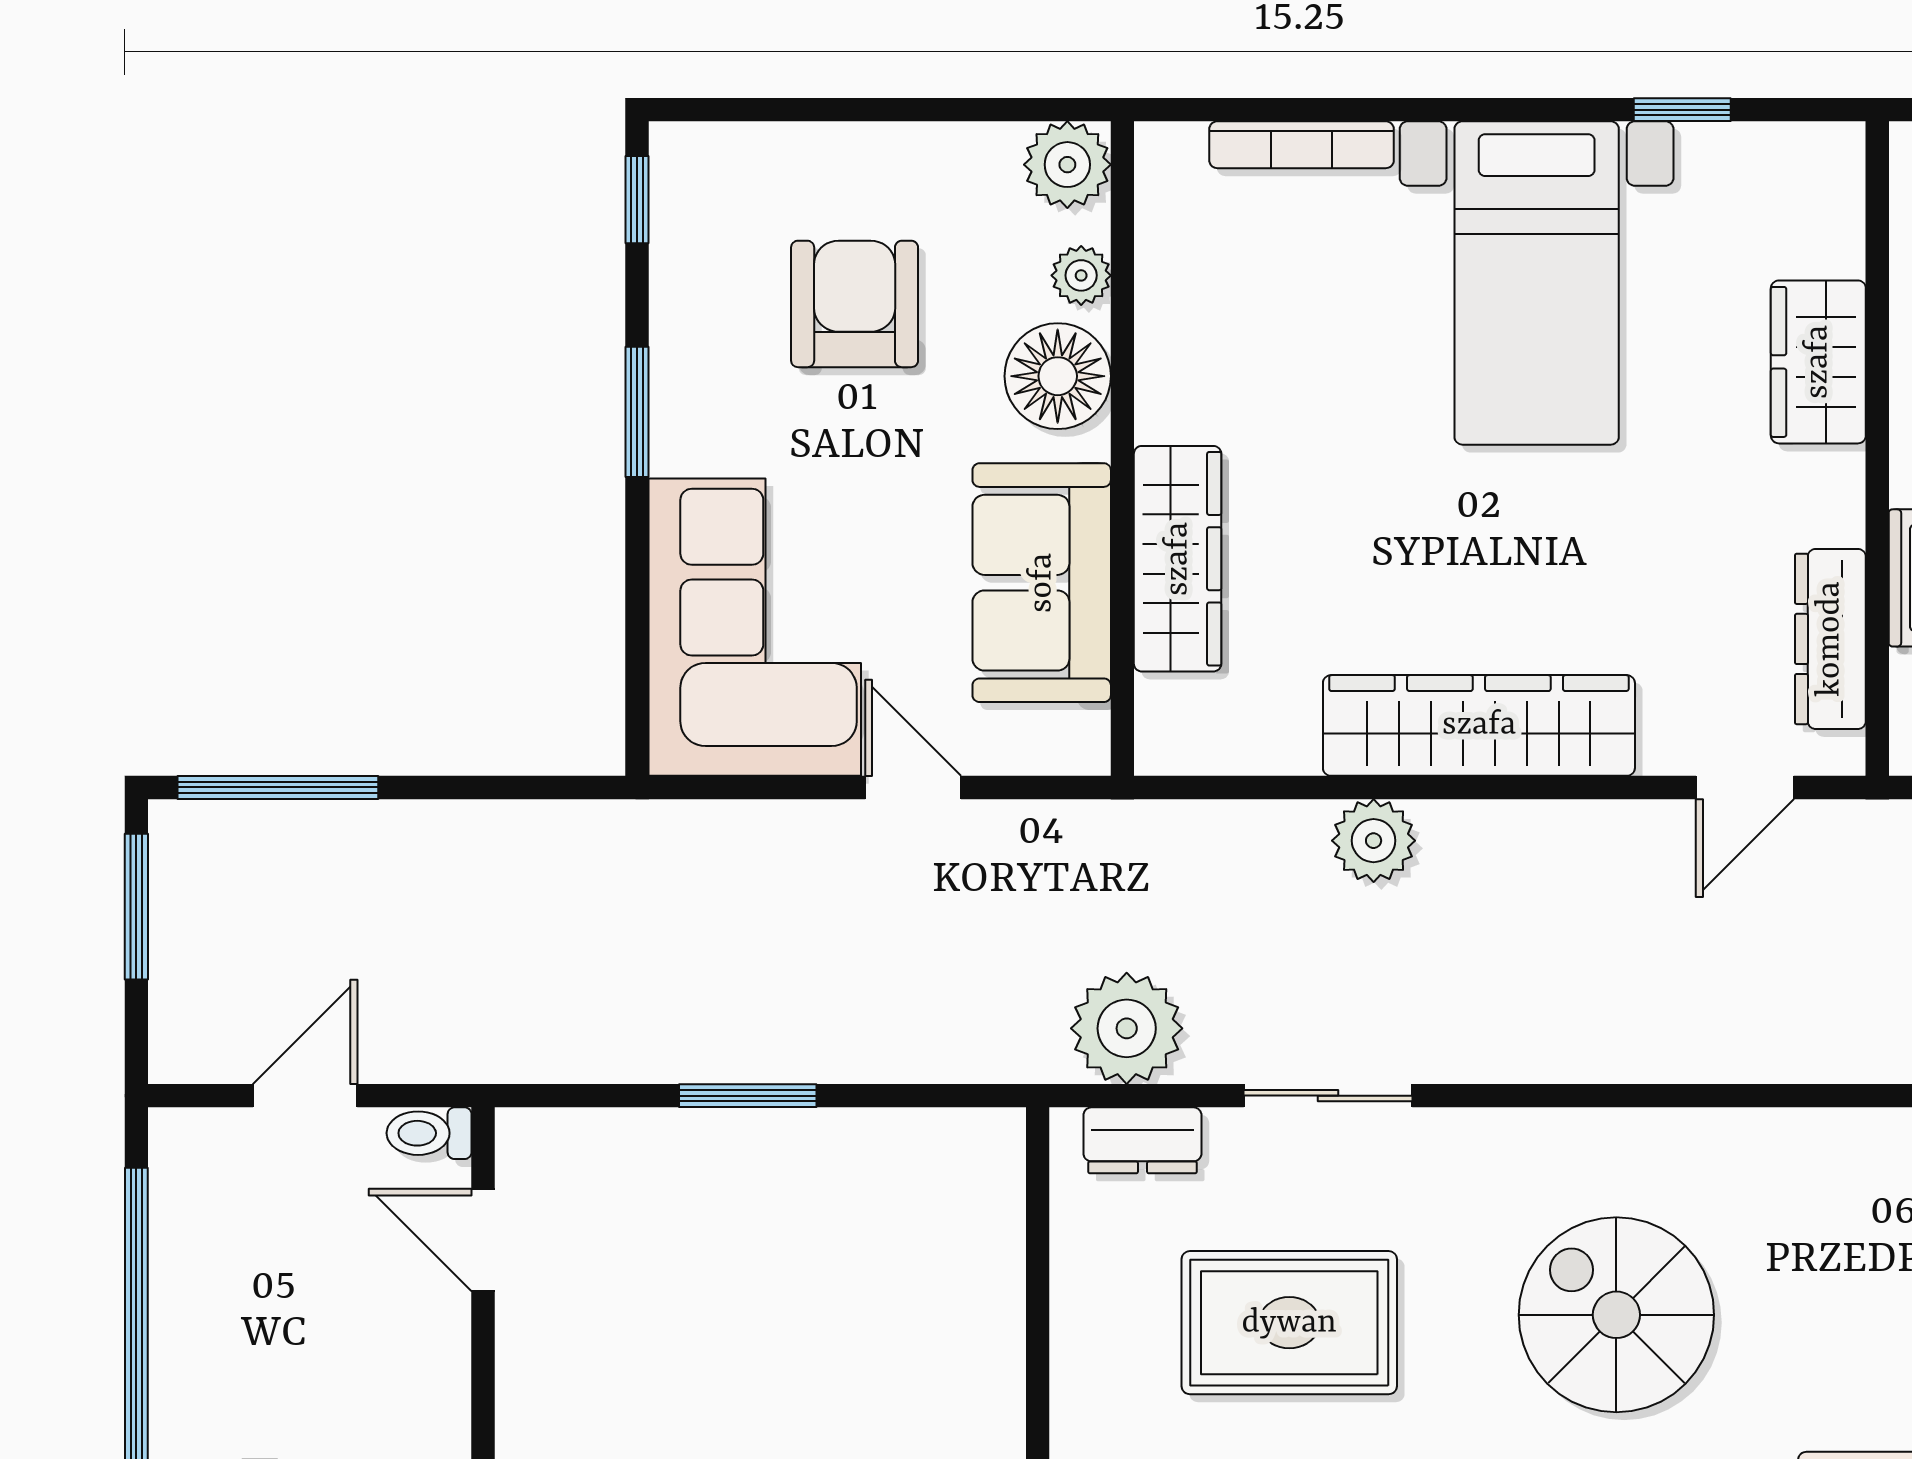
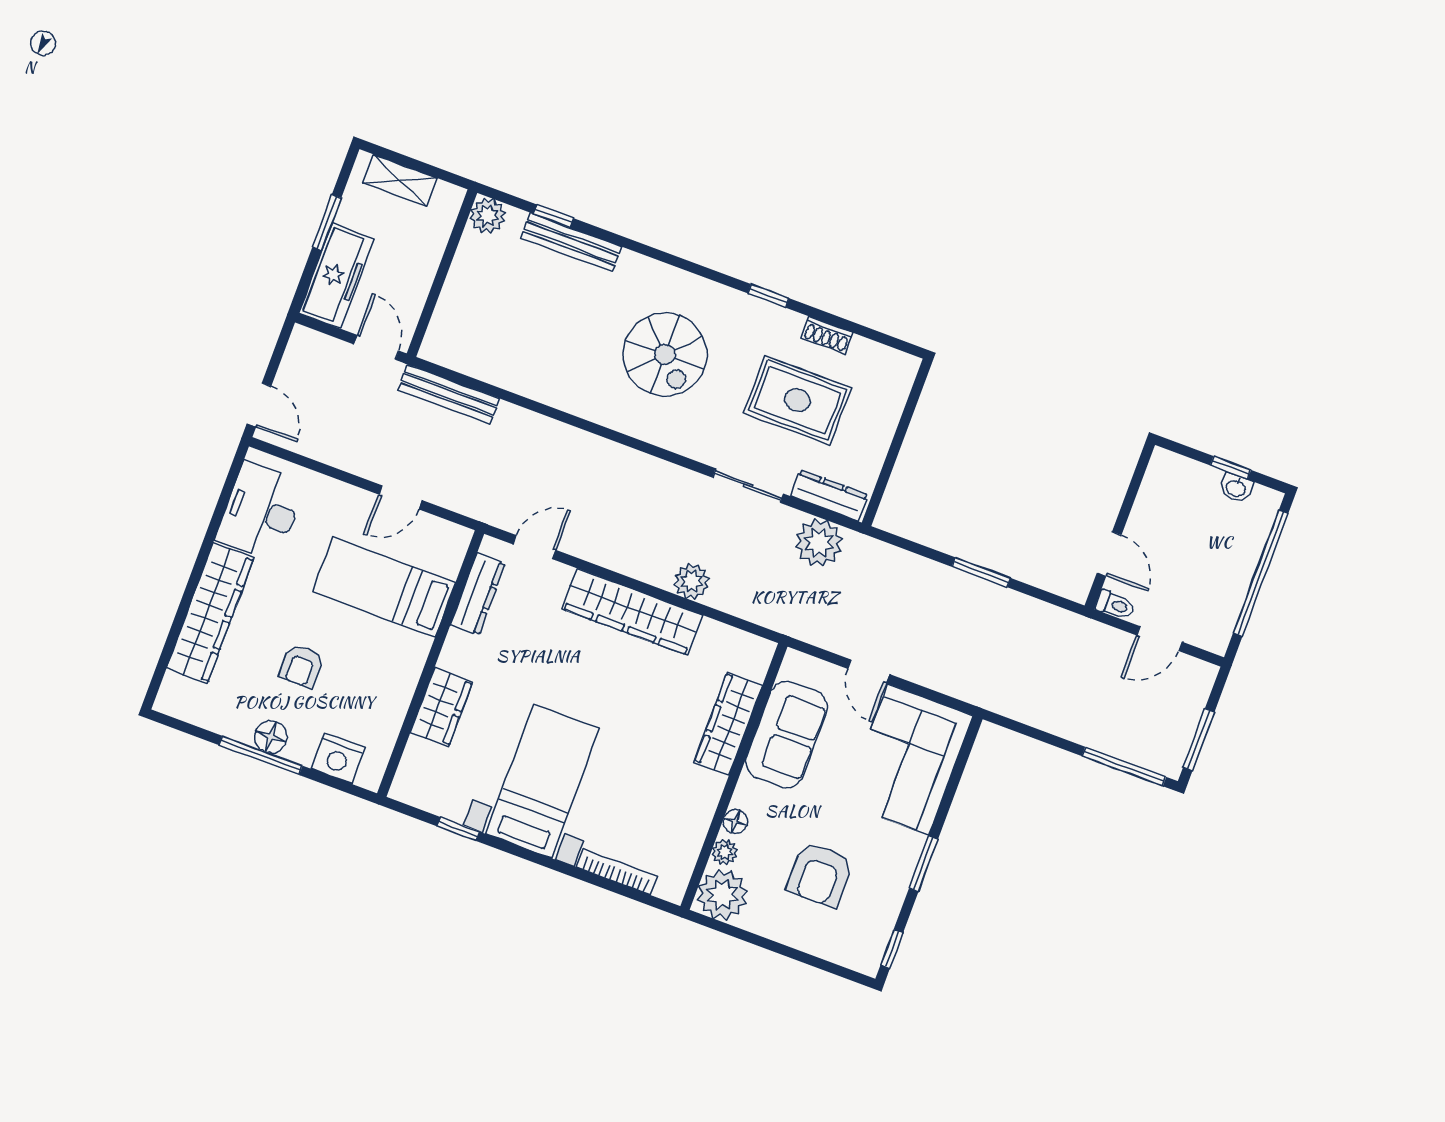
plant: (1067, 165) -> (722, 895), width x1.36, depth x1.36
floor lamp: (1058, 376) -> (735, 821), width x0.53, depth x0.53
dresser: (1142, 1140) -> (829, 495), width x1.44

